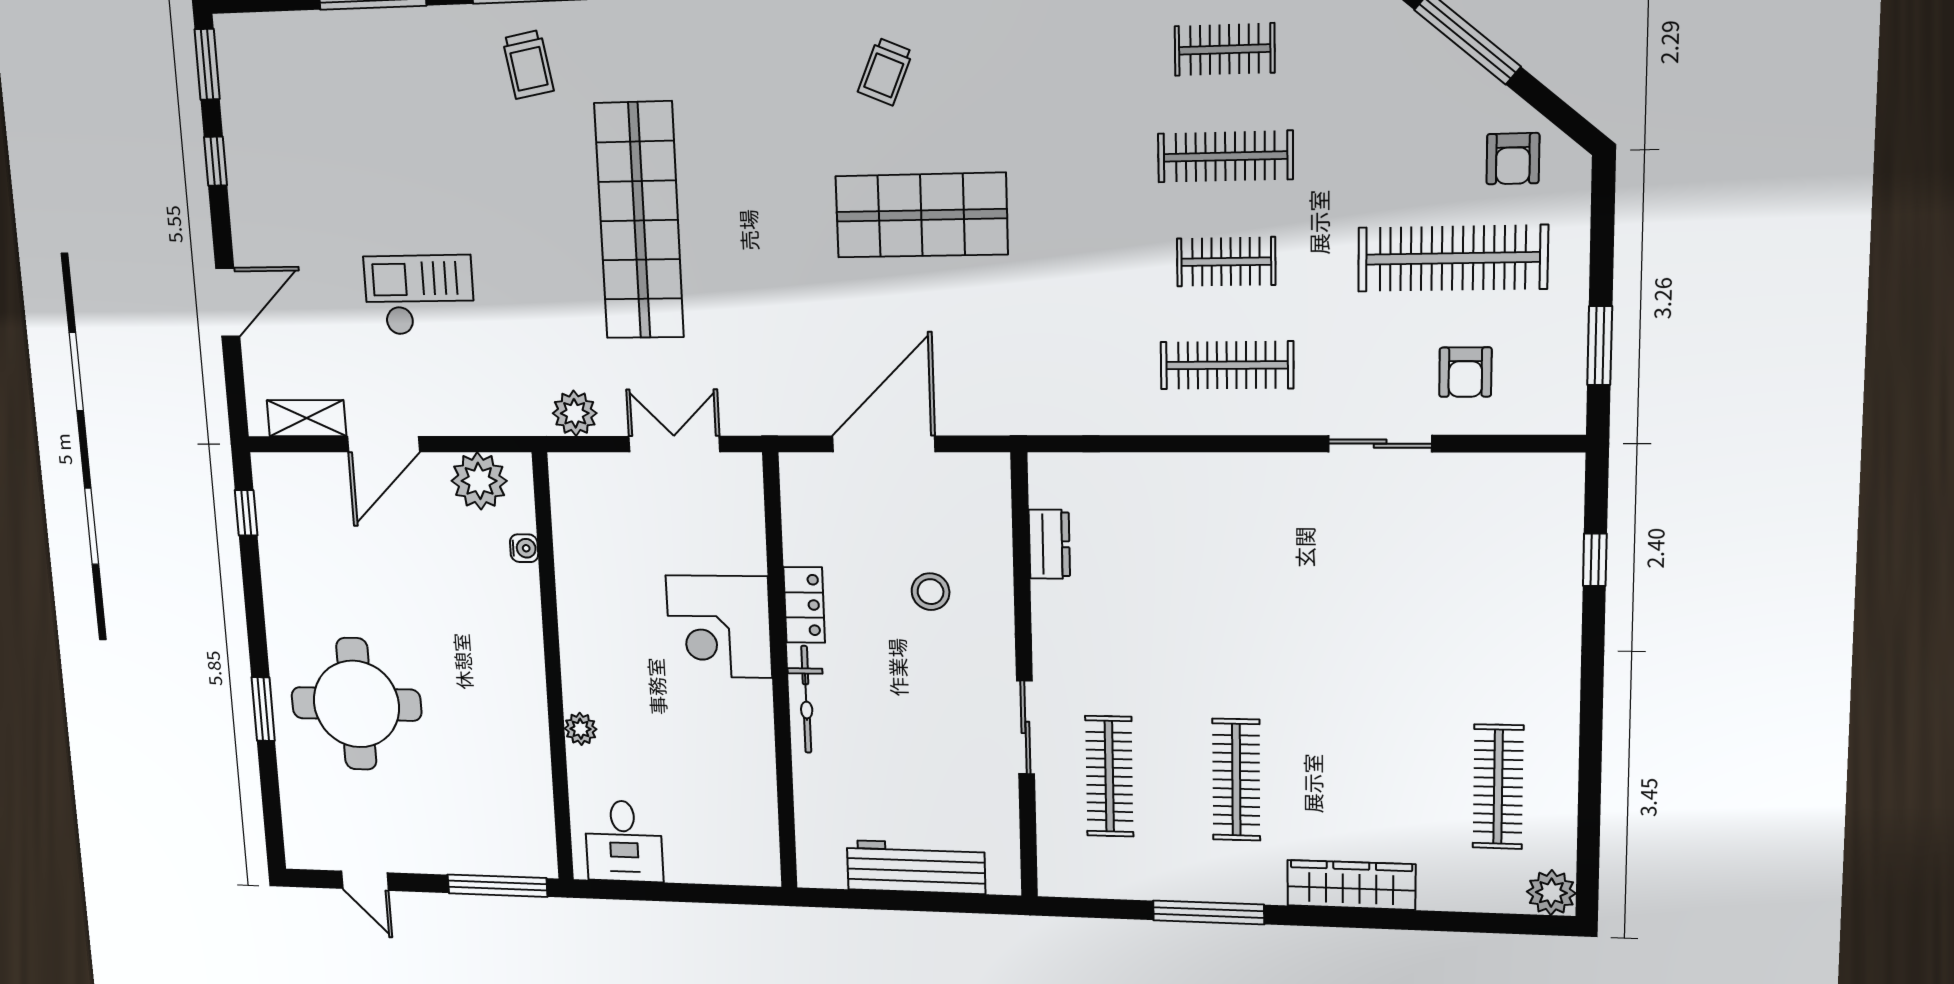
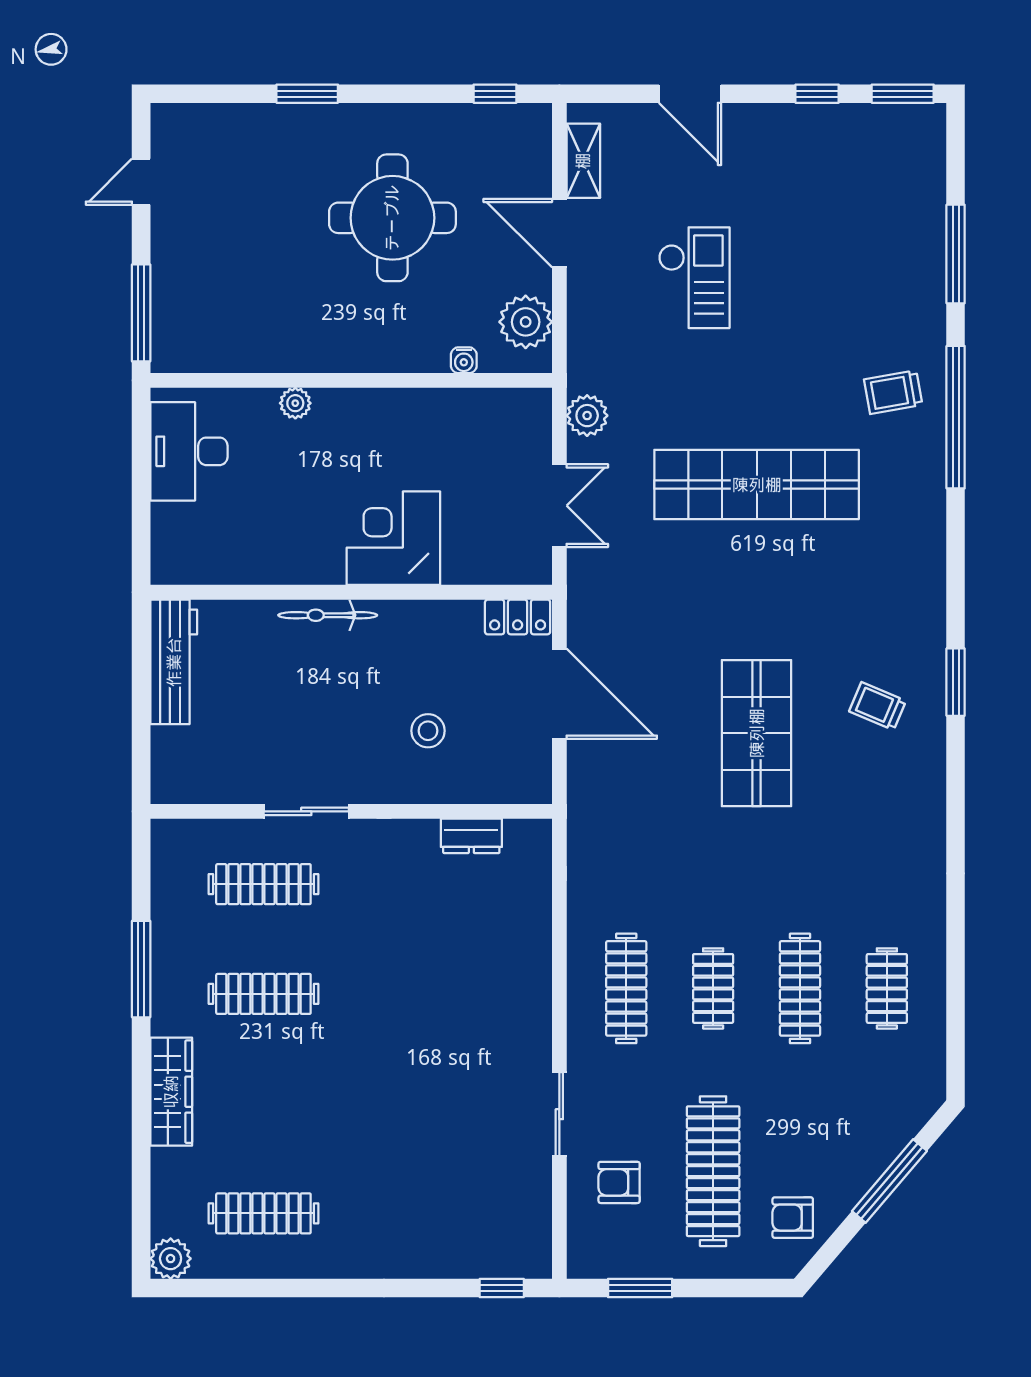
window: (1595, 560) -> (502, 1288), moved
locker: (804, 605) -> (518, 617), moved
round table: (356, 704) -> (392, 218), moved
desk: (624, 841) -> (189, 451), width x1.37
workbench: (916, 867) -> (174, 662), moved

